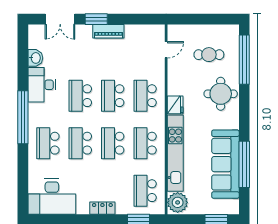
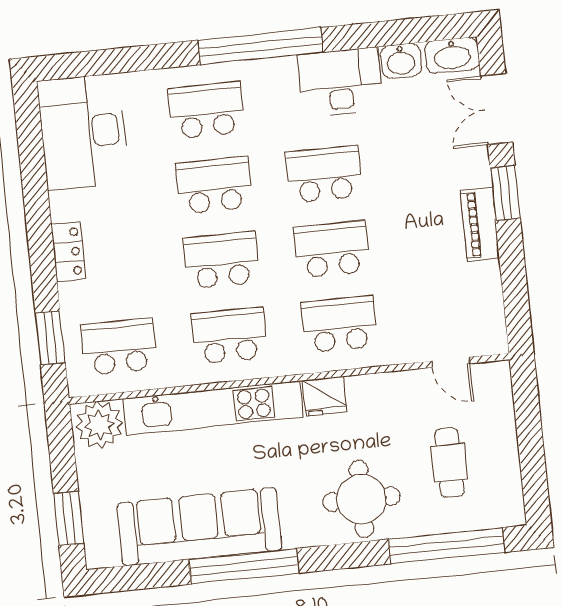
washbasin: (35, 36) -> (452, 55), added
window: (244, 164) -> (244, 566), moved

